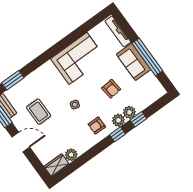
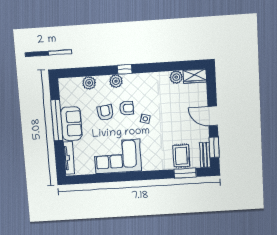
rug: (39, 112) -> (181, 156), moved
plant: (129, 112) -> (89, 83), moved
window: (138, 119) -> (98, 71), removed
armchair: (97, 126) -> (126, 108), moved

